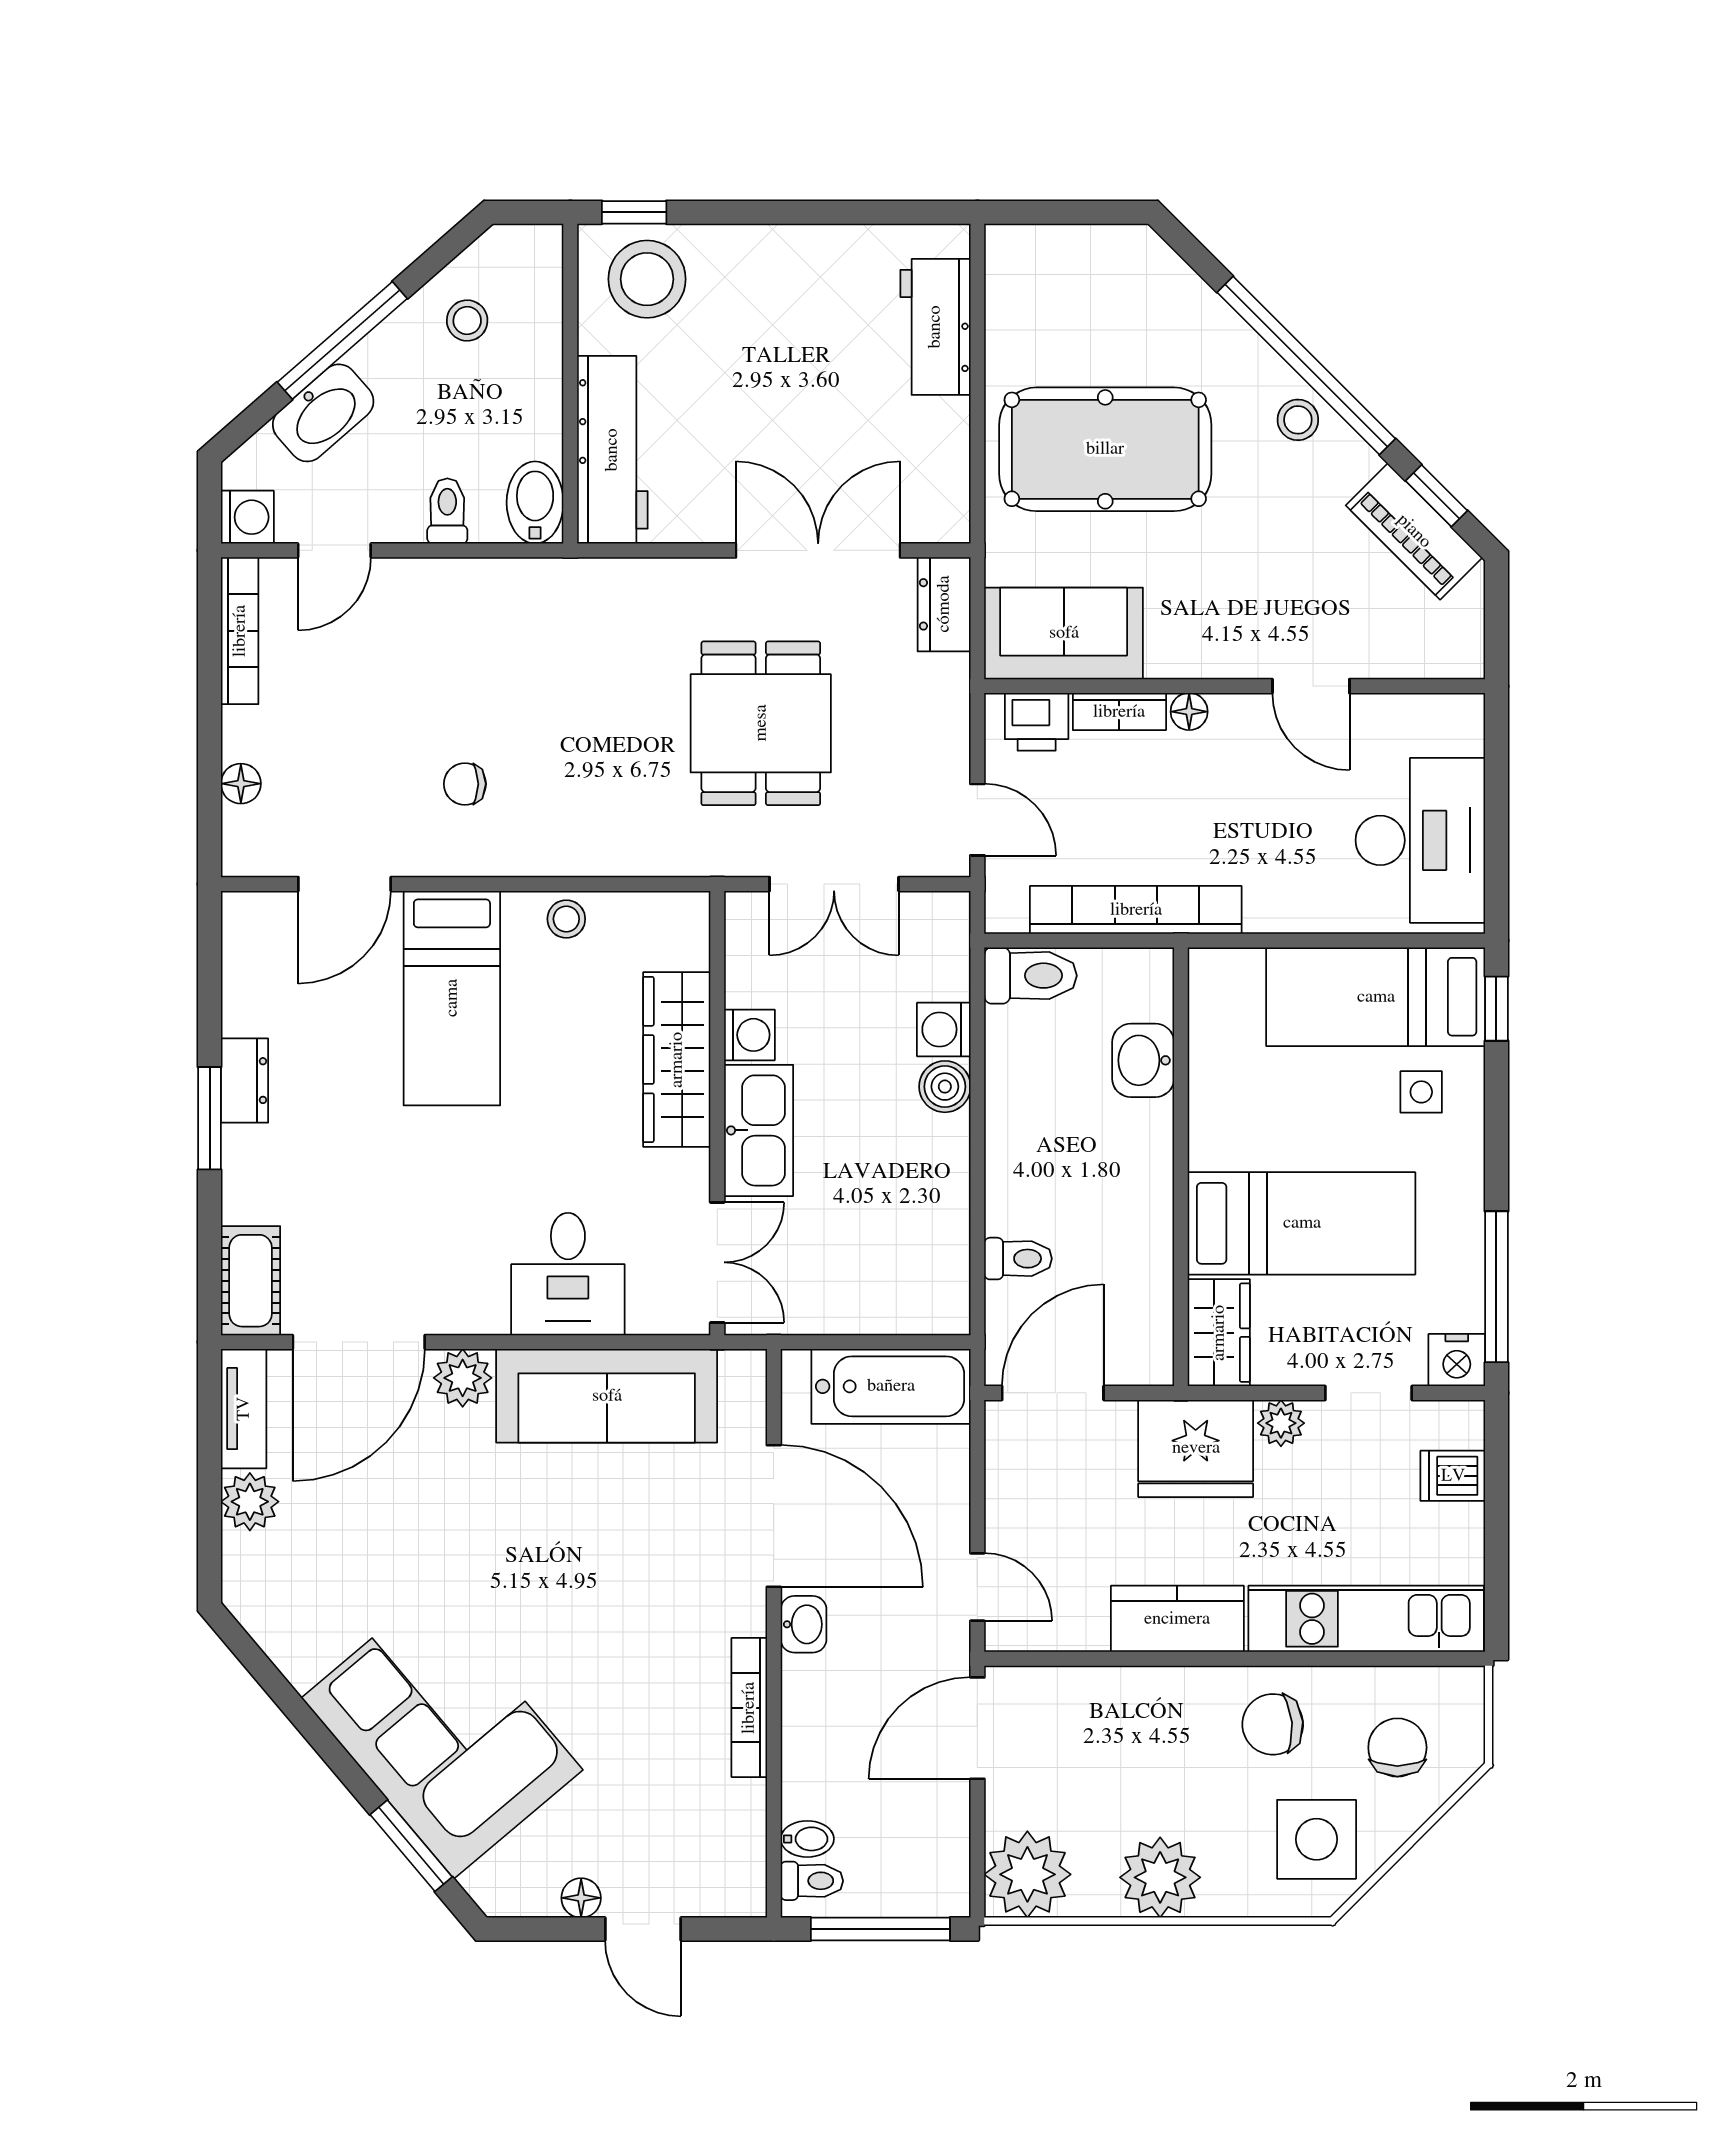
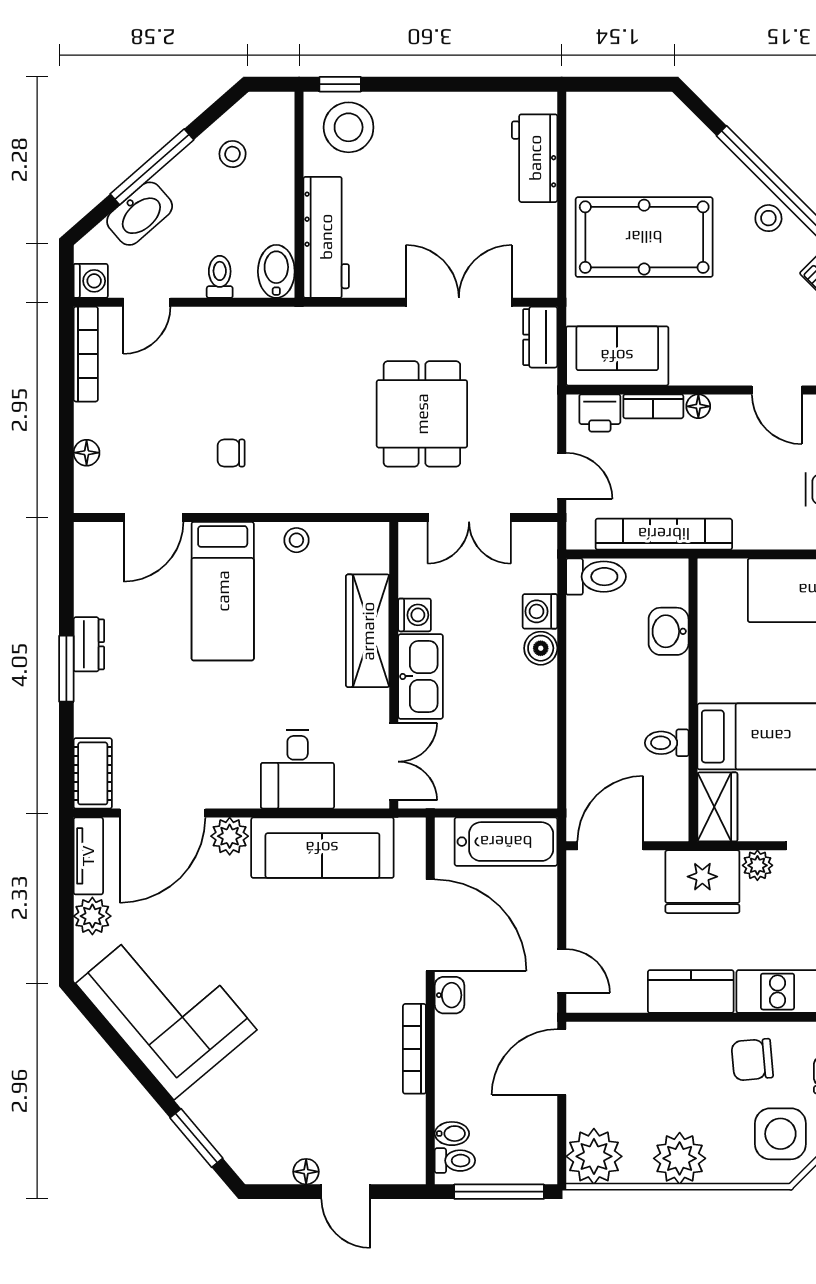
toilet: (1018, 1259) -> (667, 743), moved, turned 180
corner sofa: (442, 1734) -> (166, 1007), moved

